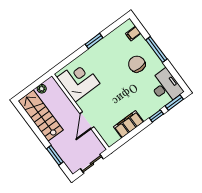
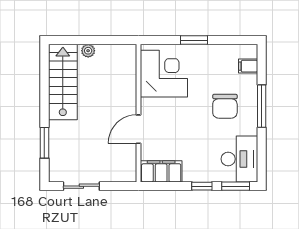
chair: (137, 64) -> (225, 106), turned 180
corner desk: (78, 80) -> (164, 74), moved
wall: (80, 112) -> (139, 113), moved
door: (87, 120) -> (139, 129), moved

